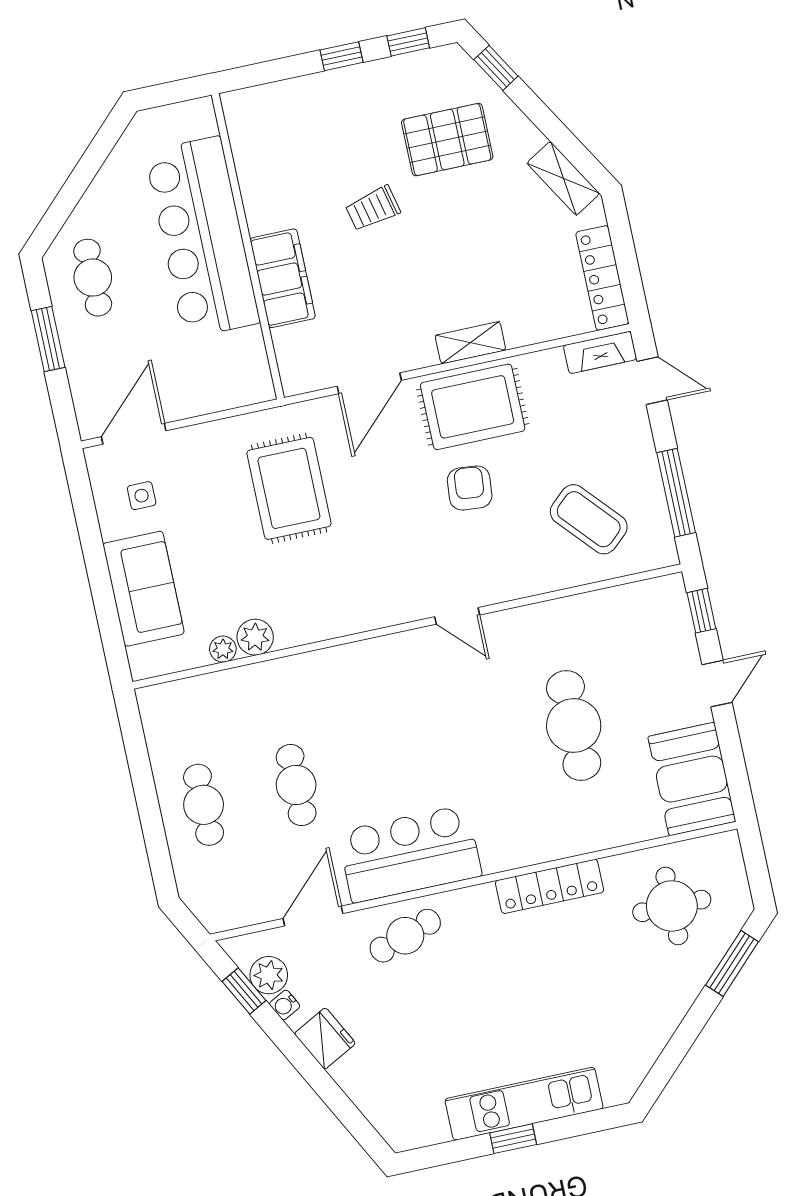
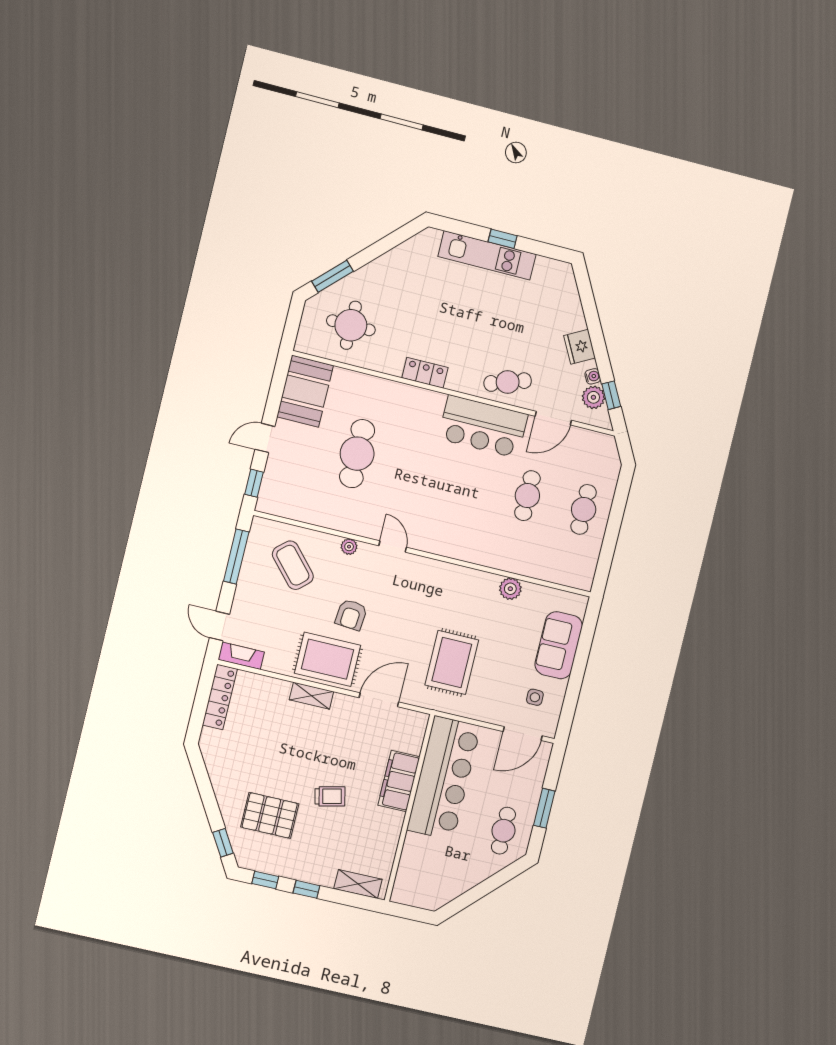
shelving: (563, 178) -> (358, 884), moved, turned -59
bar counter: (202, 237) -> (444, 778), moved
plant: (223, 649) -> (349, 547), moved
locker: (550, 886) -> (425, 373), width x0.66

